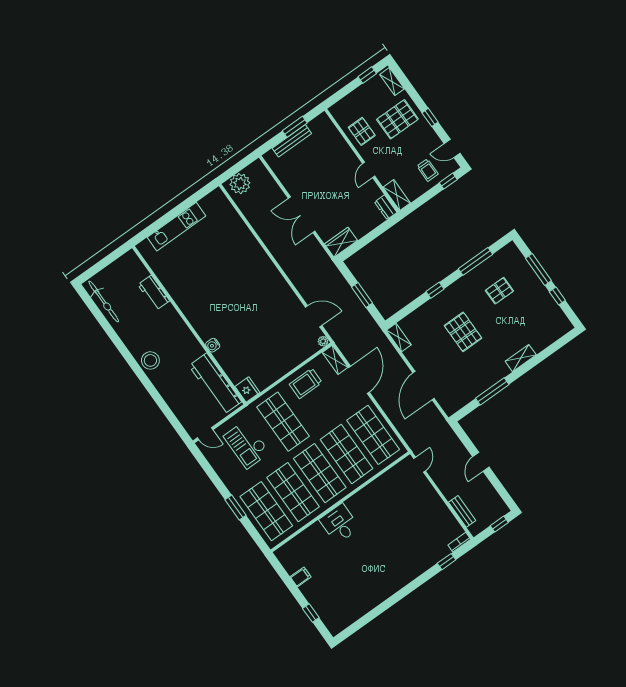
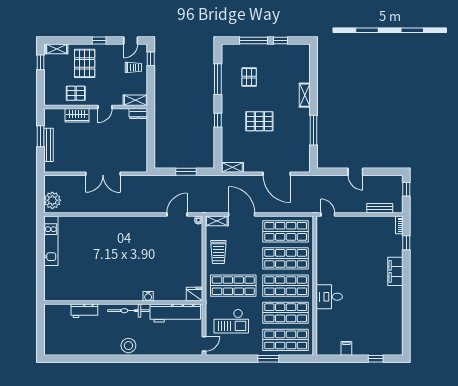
door: (369, 170) -> (105, 107), hinge flipped
kitchen unit: (176, 227) -> (51, 241), moved
wardrobe: (341, 242) -> (77, 115), moved, turned -90
bicycle: (104, 302) -> (128, 311), moved, turned 180
filing cabinet: (411, 571) -> (395, 271), added

